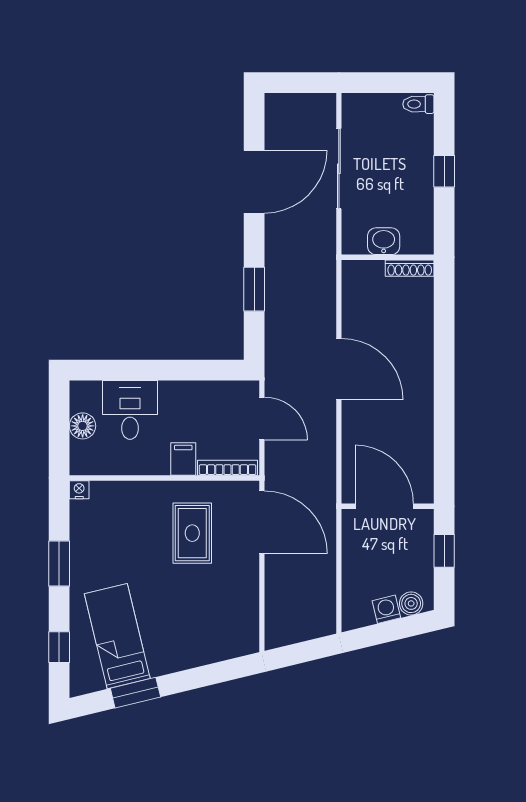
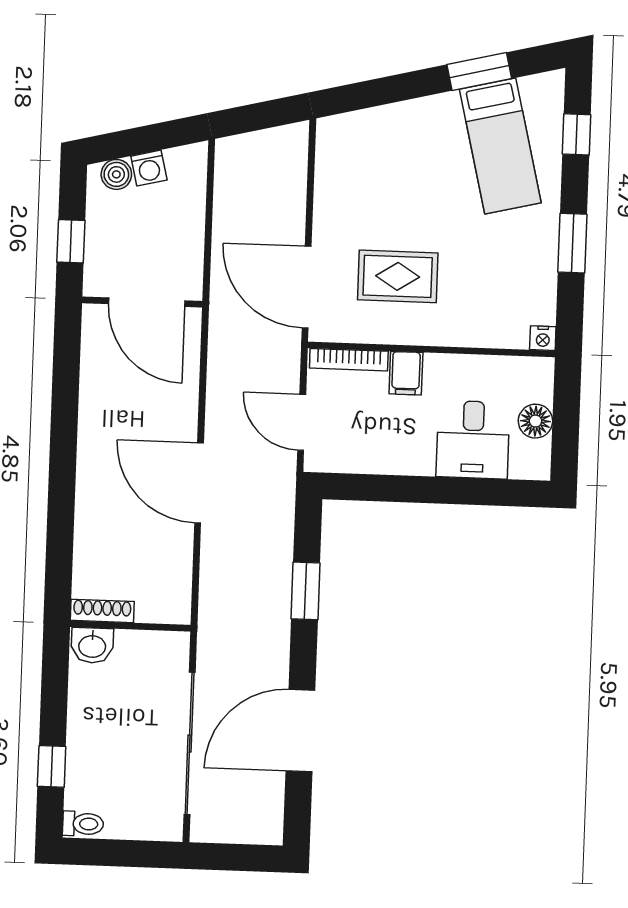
sliding door: (339, 169) -> (190, 744), width x1.36
window: (444, 171) -> (52, 766), moved
washbasin: (384, 241) -> (92, 645), moved
rug: (192, 533) -> (398, 276), turned 90

